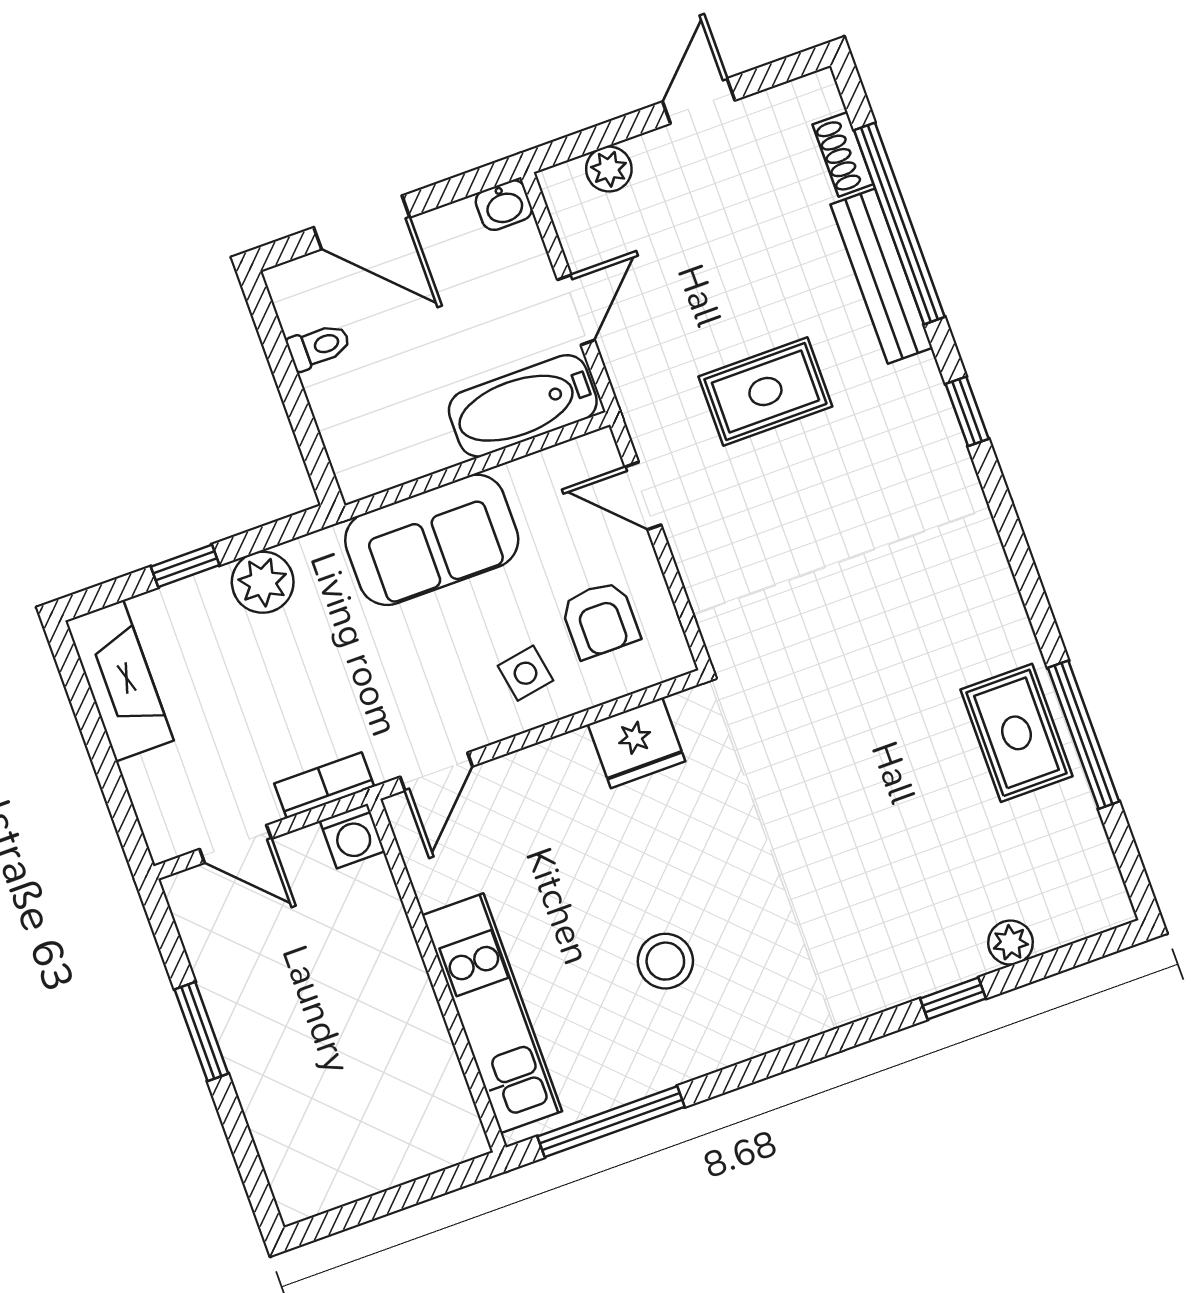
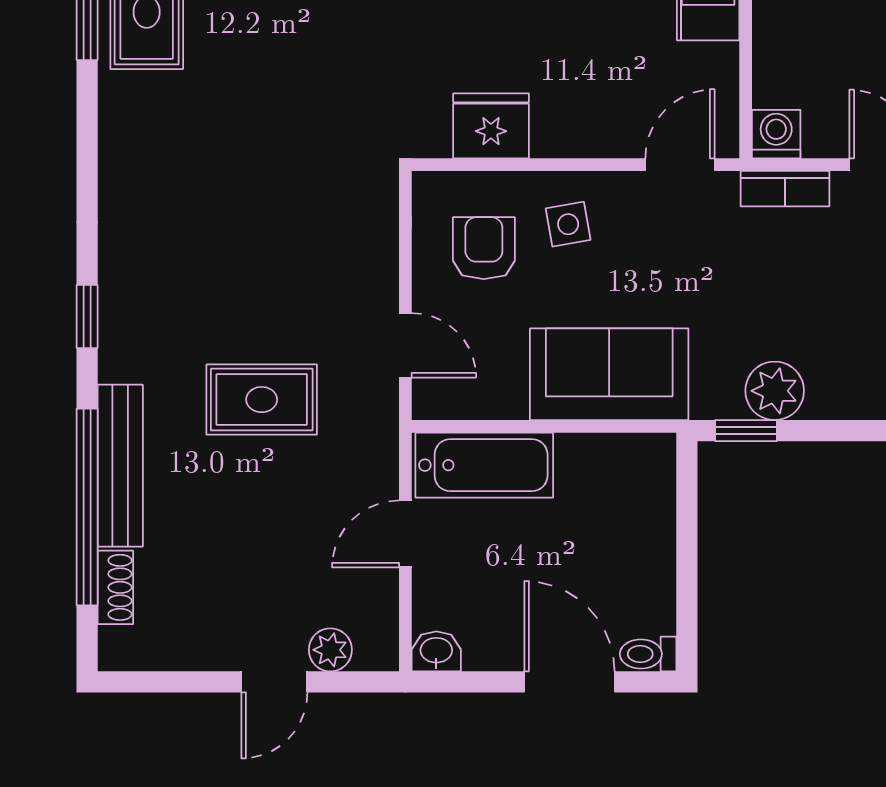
door: (699, 101) -> (274, 682), moved
toilet: (319, 346) -> (648, 654), moved
window: (185, 566) -> (746, 431), moved

